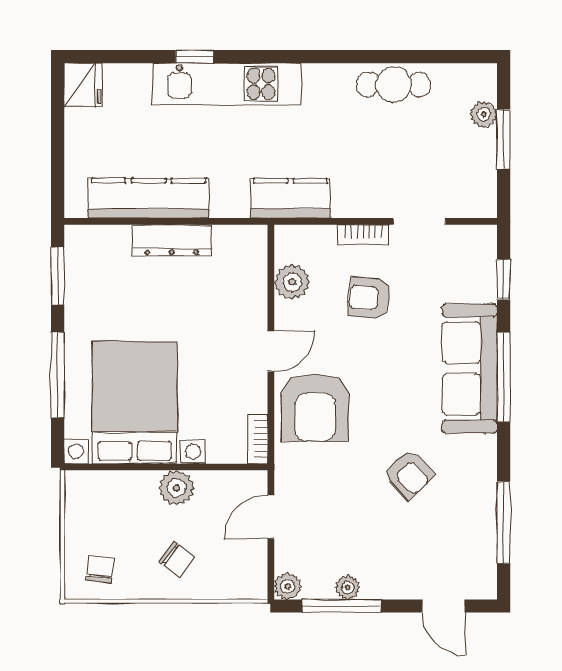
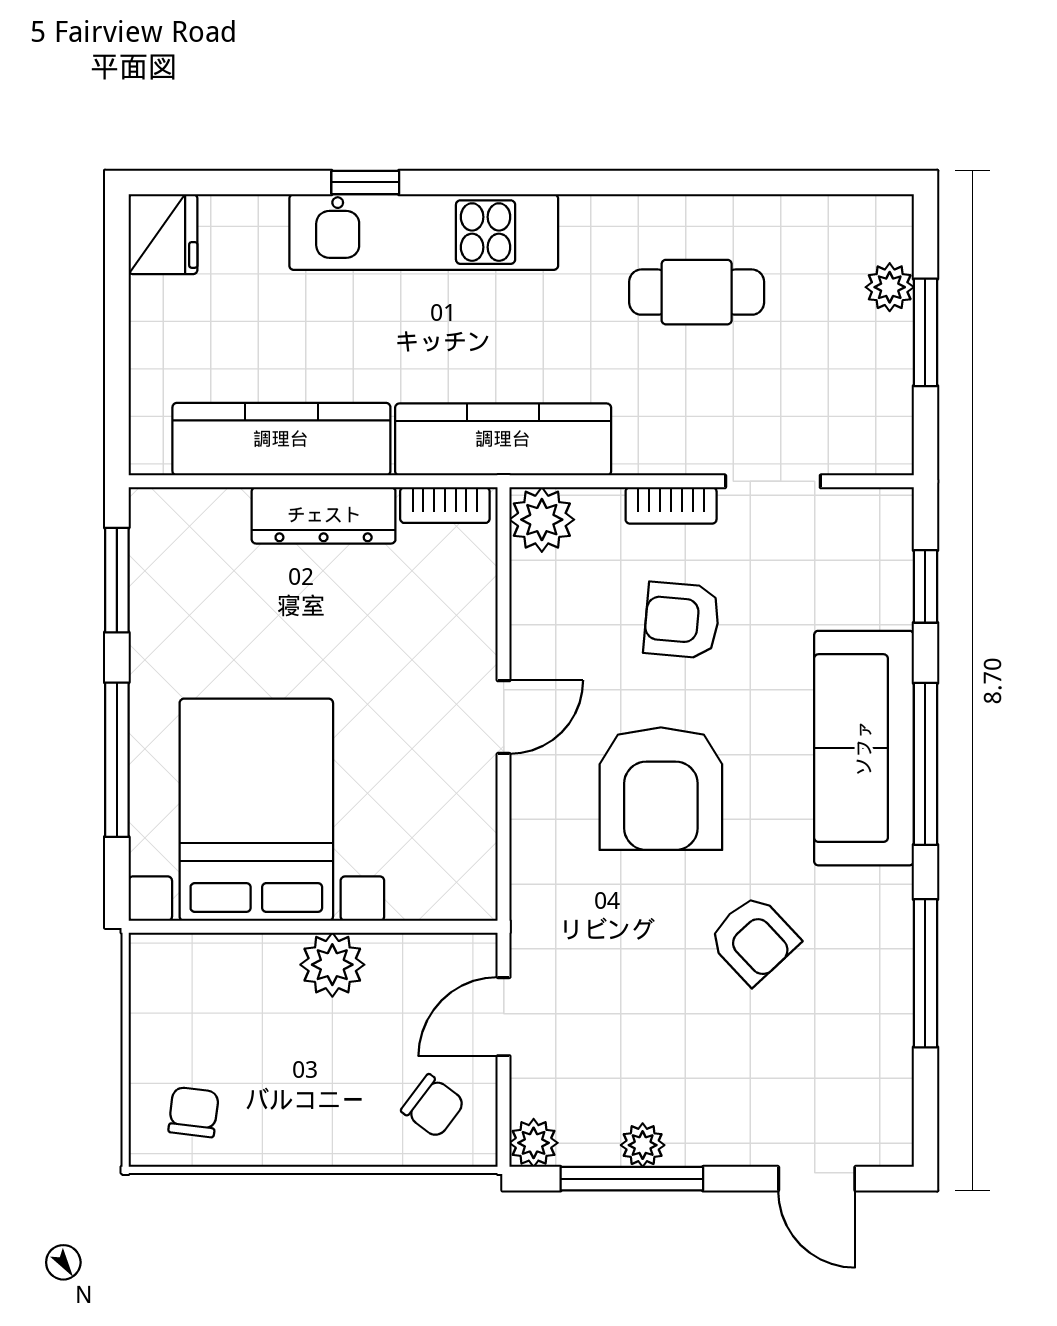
cafe table: (393, 85) -> (697, 292), moved
kitchen counter: (291, 198) -> (503, 439), width x1.50
plant: (292, 282) -> (542, 520), moved
armchair: (315, 408) -> (661, 789), moved
bookcase: (258, 439) -> (445, 505), moved, turned -90
window: (504, 523) -> (925, 973), moved
chair: (177, 559) -> (433, 1106), moved

